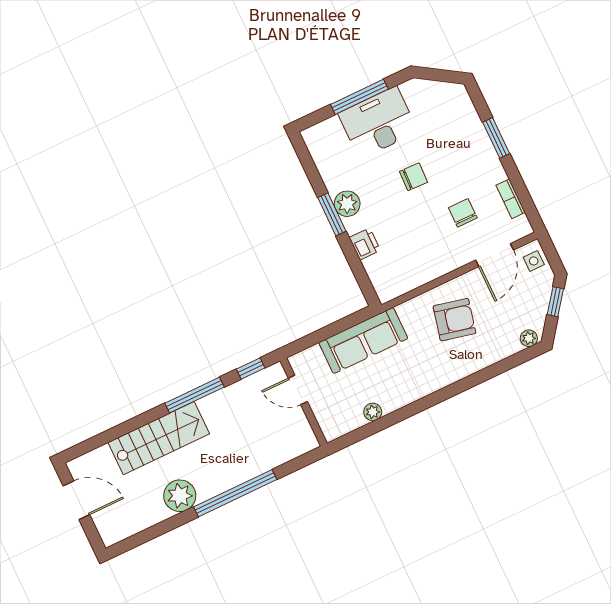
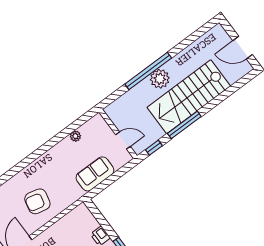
sofa: (363, 340) -> (95, 174), width x0.73
stairs: (159, 438) -> (189, 97), width x1.36, depth x1.51
plant: (180, 496) -> (160, 79), moved

